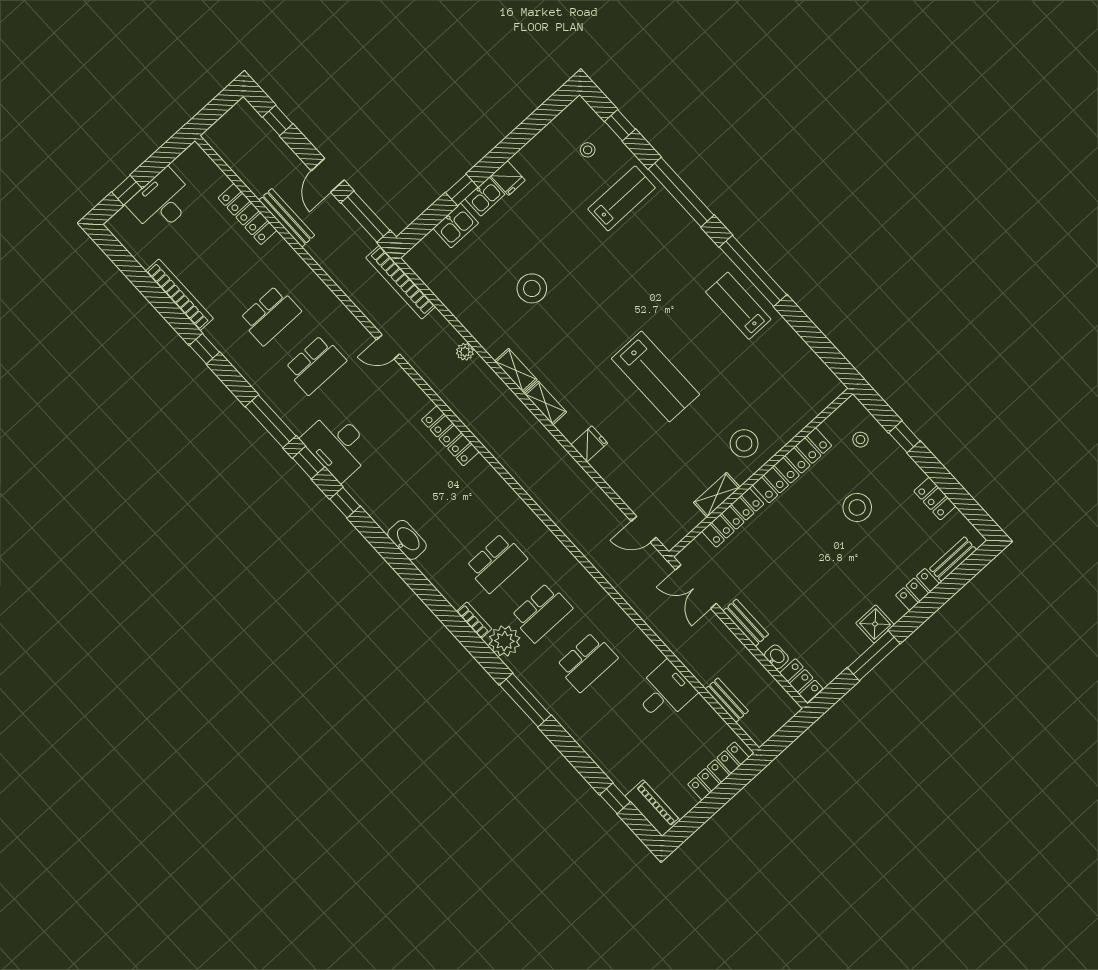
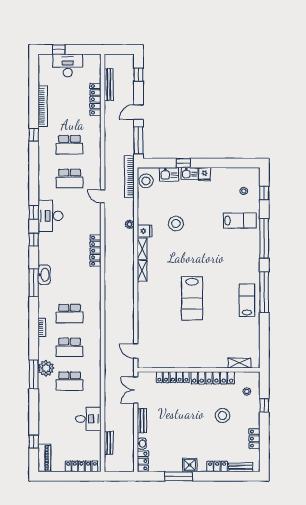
bench: (287, 218) -> (109, 85), moved
window: (271, 421) -> (34, 283), moved
stool: (744, 443) -> (146, 181), moved
fridge: (589, 444) -> (145, 231), moved
shelving: (717, 495) -> (239, 363), moved
plant: (504, 641) -> (46, 368), moved

